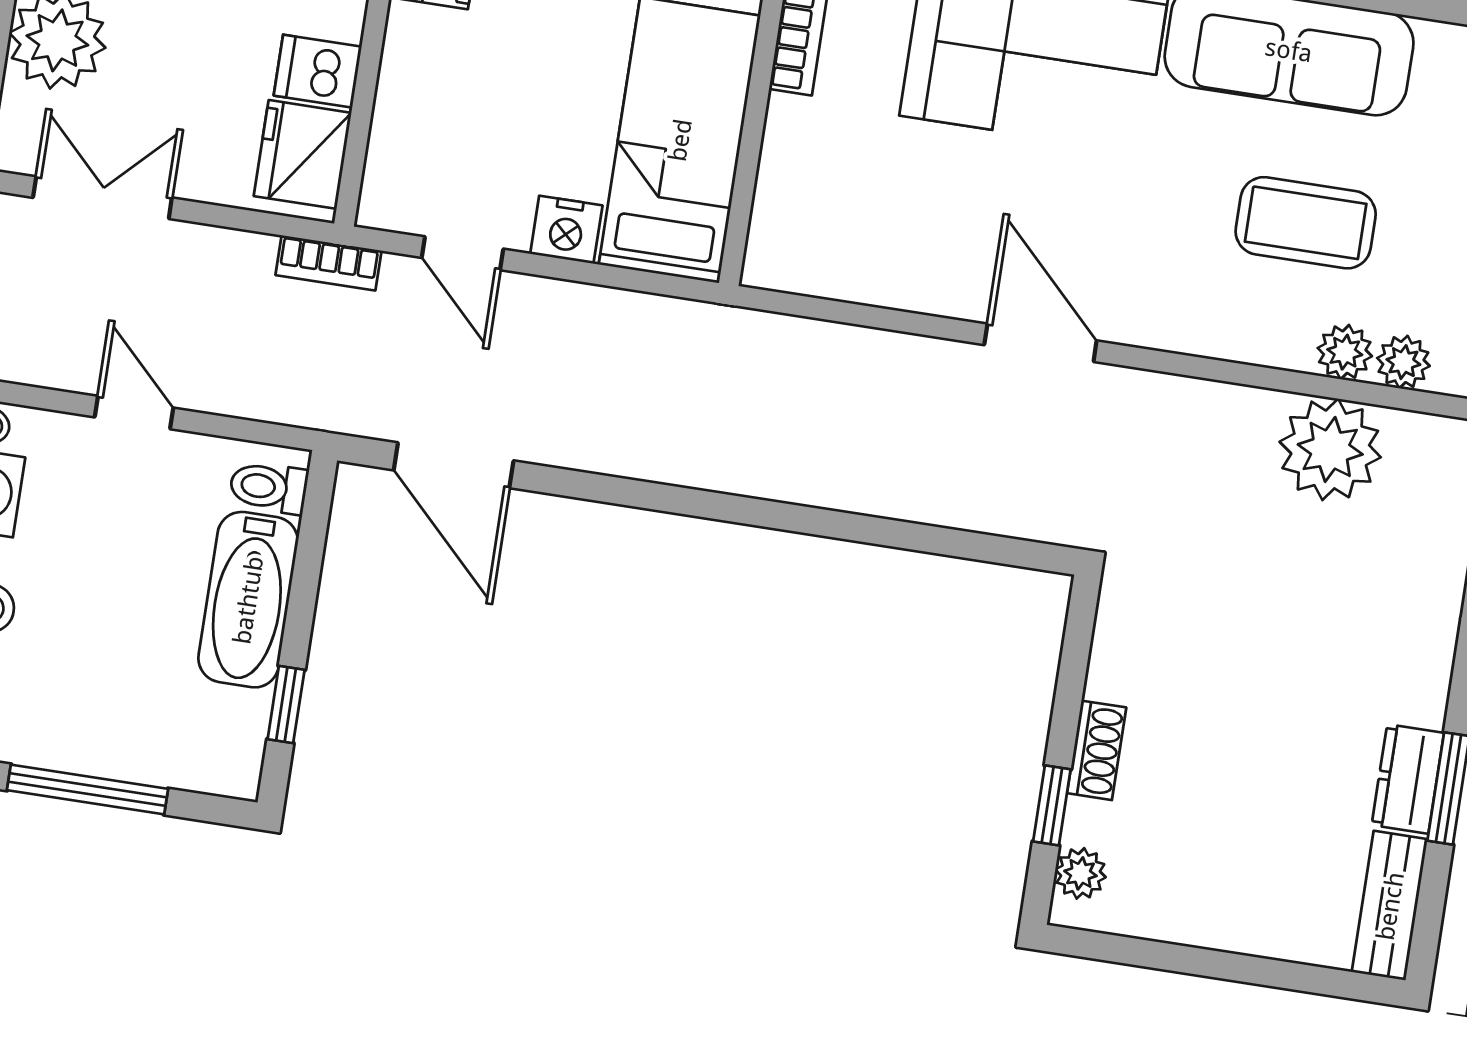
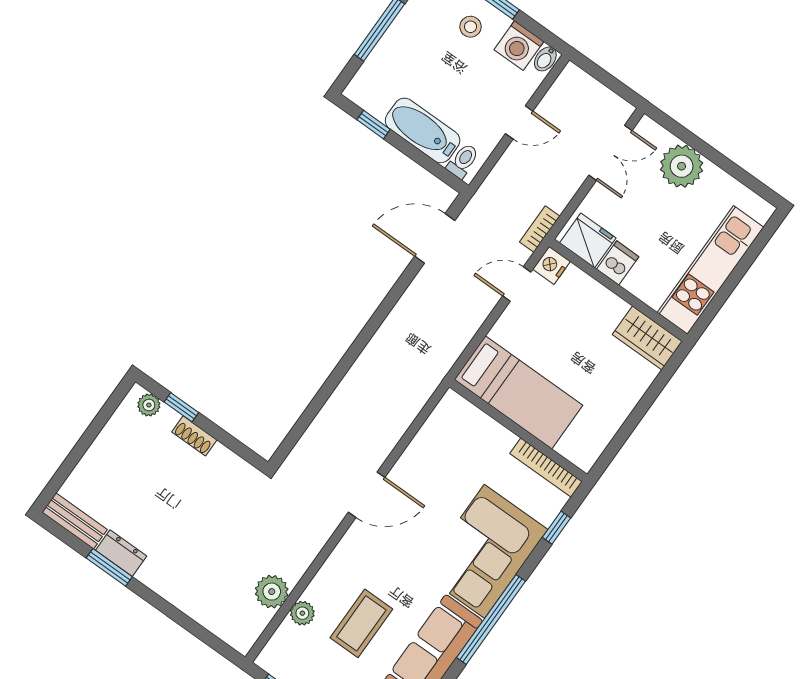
nightstand: (566, 230) -> (551, 265), moved
plant: (1403, 362) -> (287, 634), removed
plant: (1330, 449) -> (272, 592), width x0.73, depth x0.73

